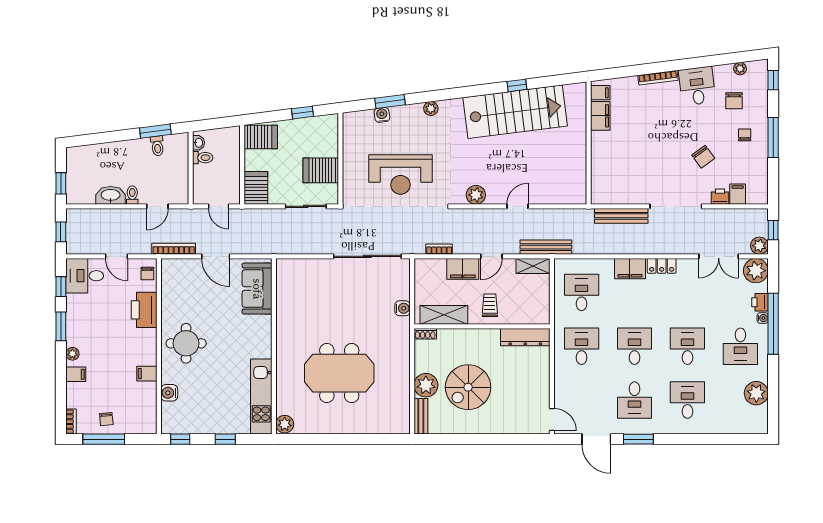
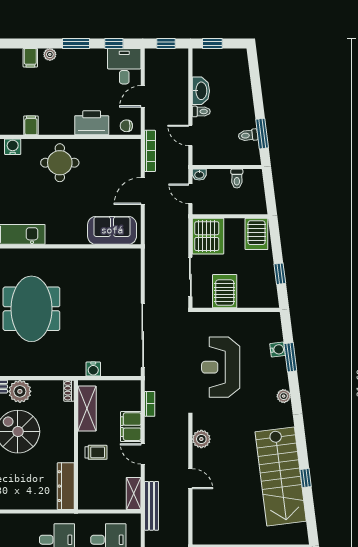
washbasin: (198, 143) -> (199, 175), moved
server rack: (256, 188) -> (208, 236), width x1.60
door: (219, 206) -> (190, 194), hinge flipped

